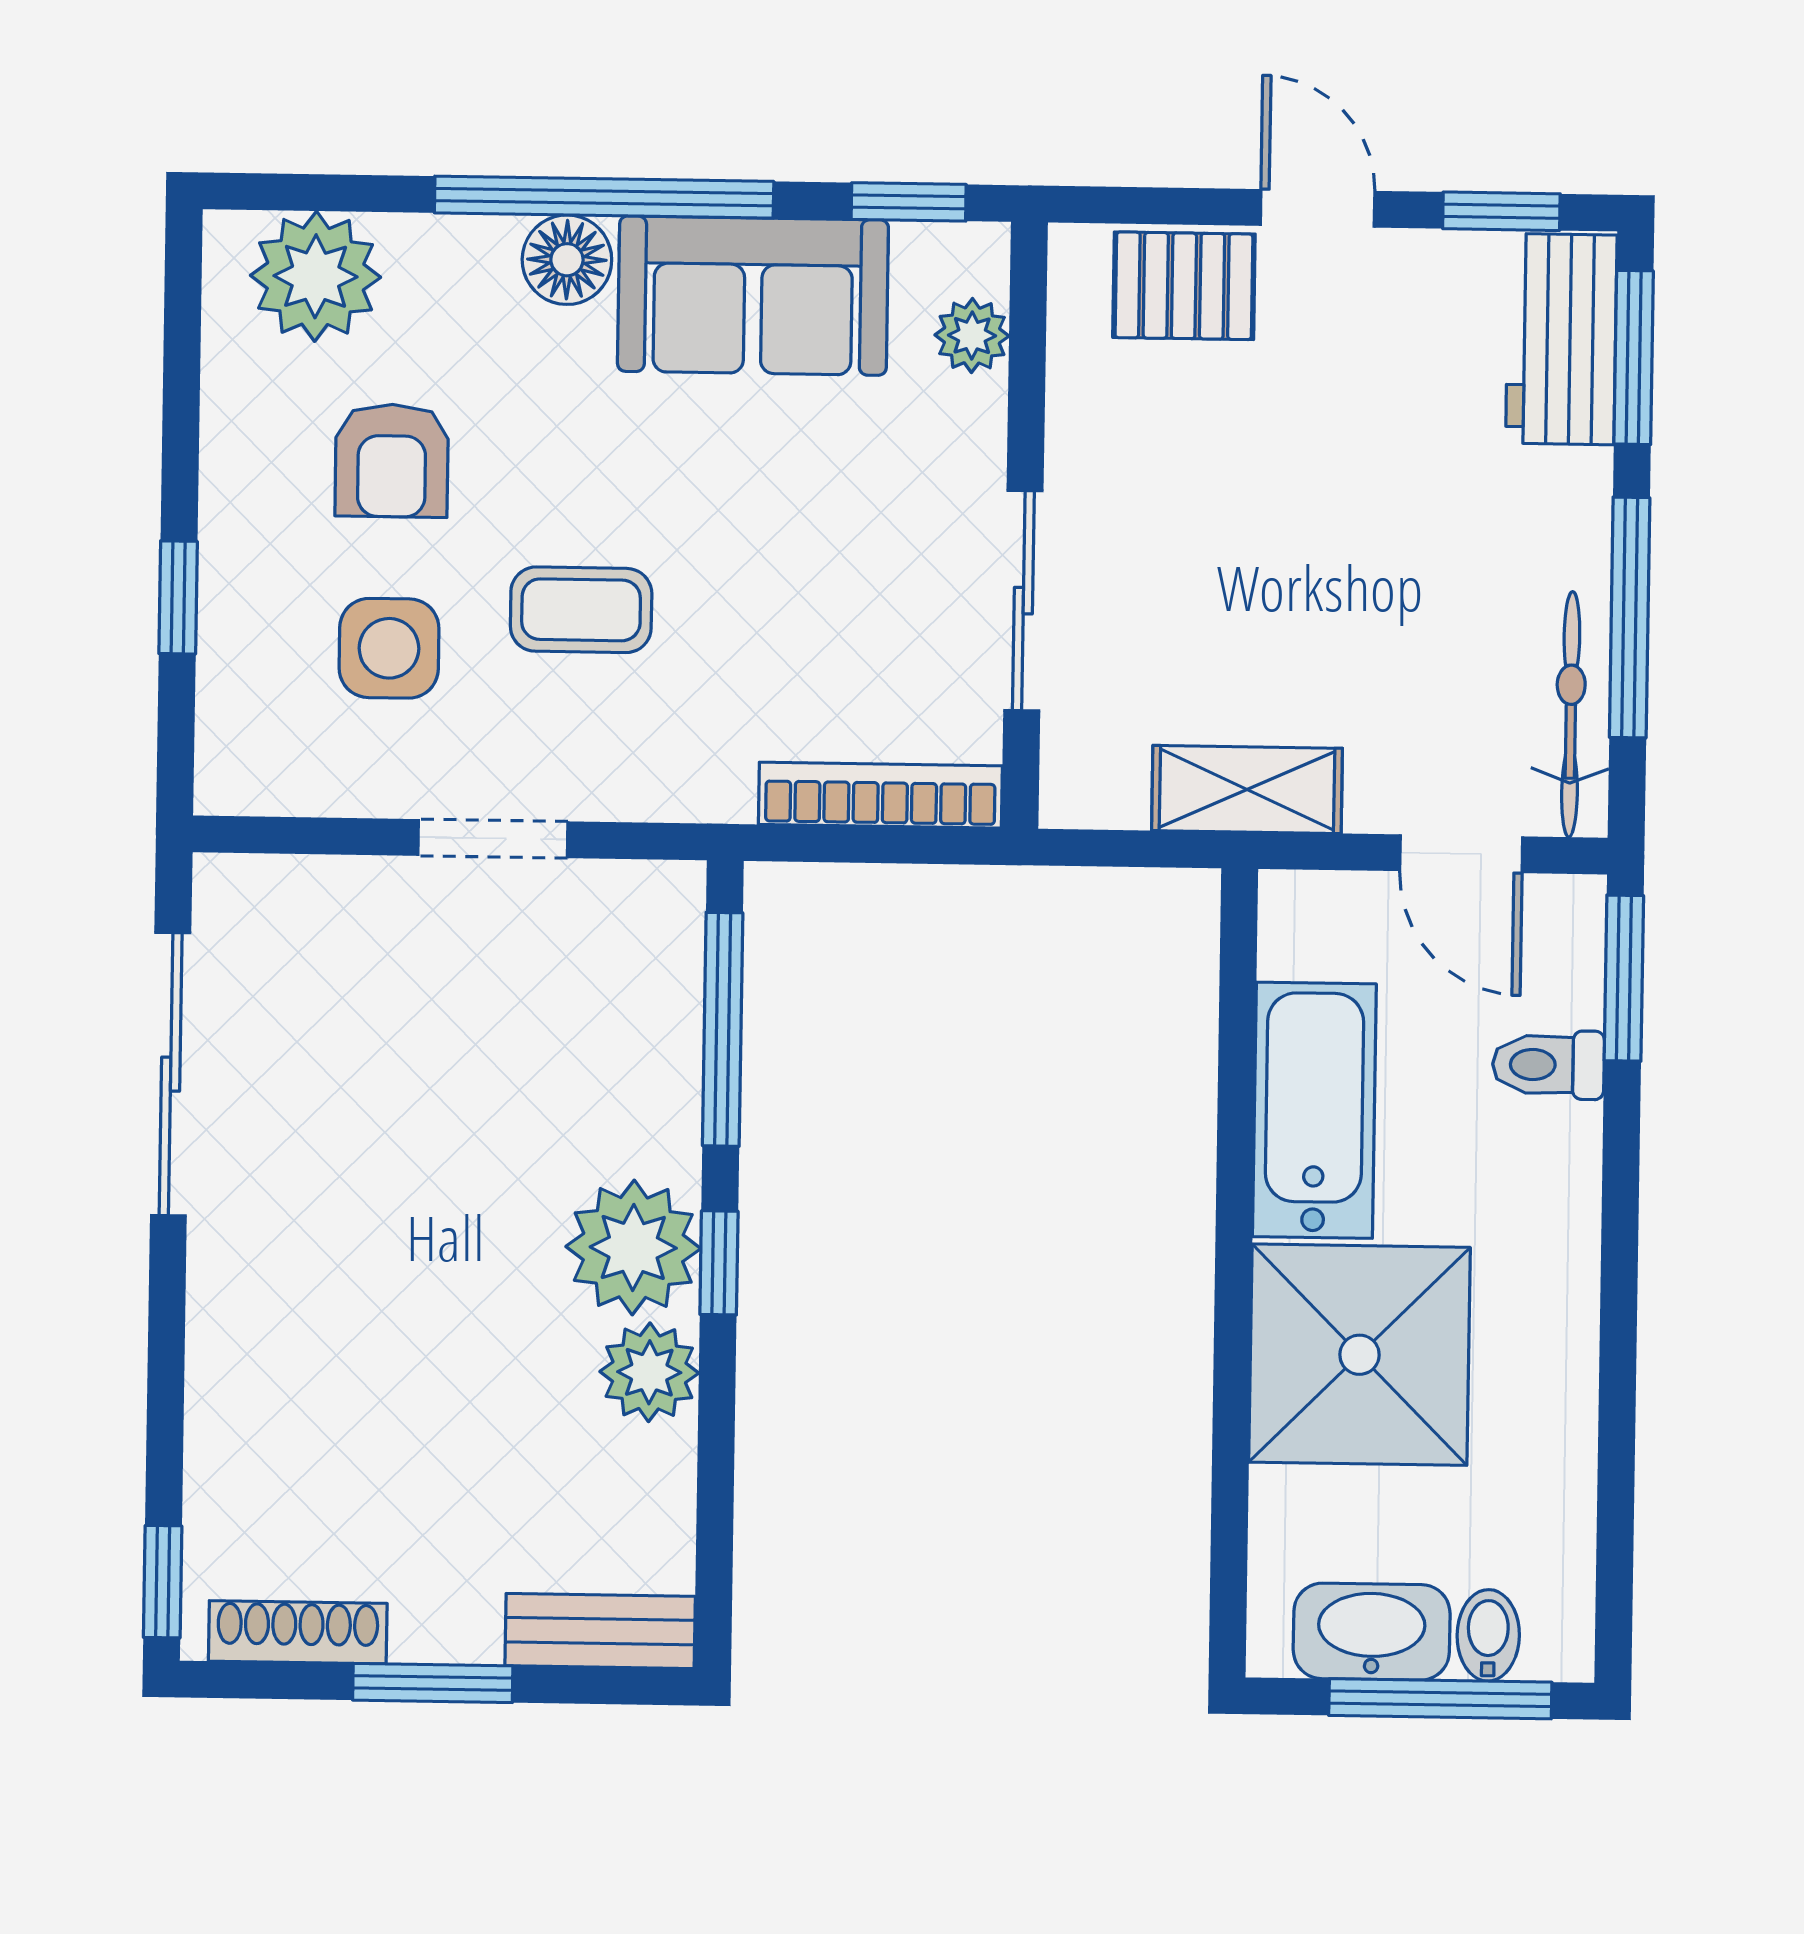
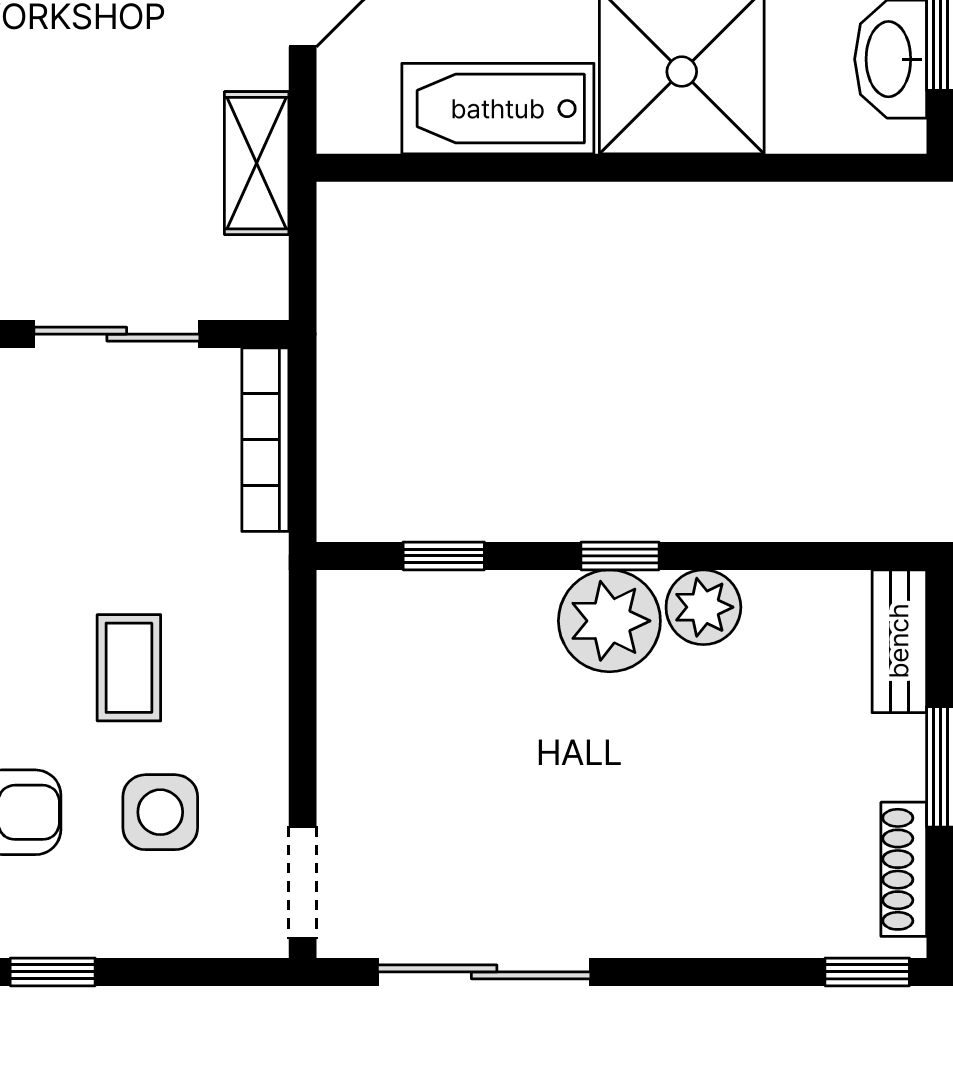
window: (178, 597) -> (53, 972), moved
doorway: (493, 839) -> (303, 883), moved
window: (723, 1029) -> (444, 556), width x0.46

